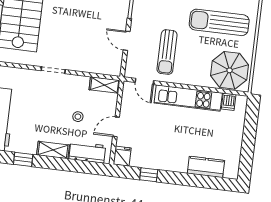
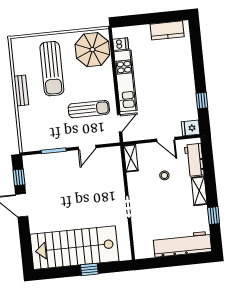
kitchen counter: (206, 167) -> (167, 30), moved, turned -90

